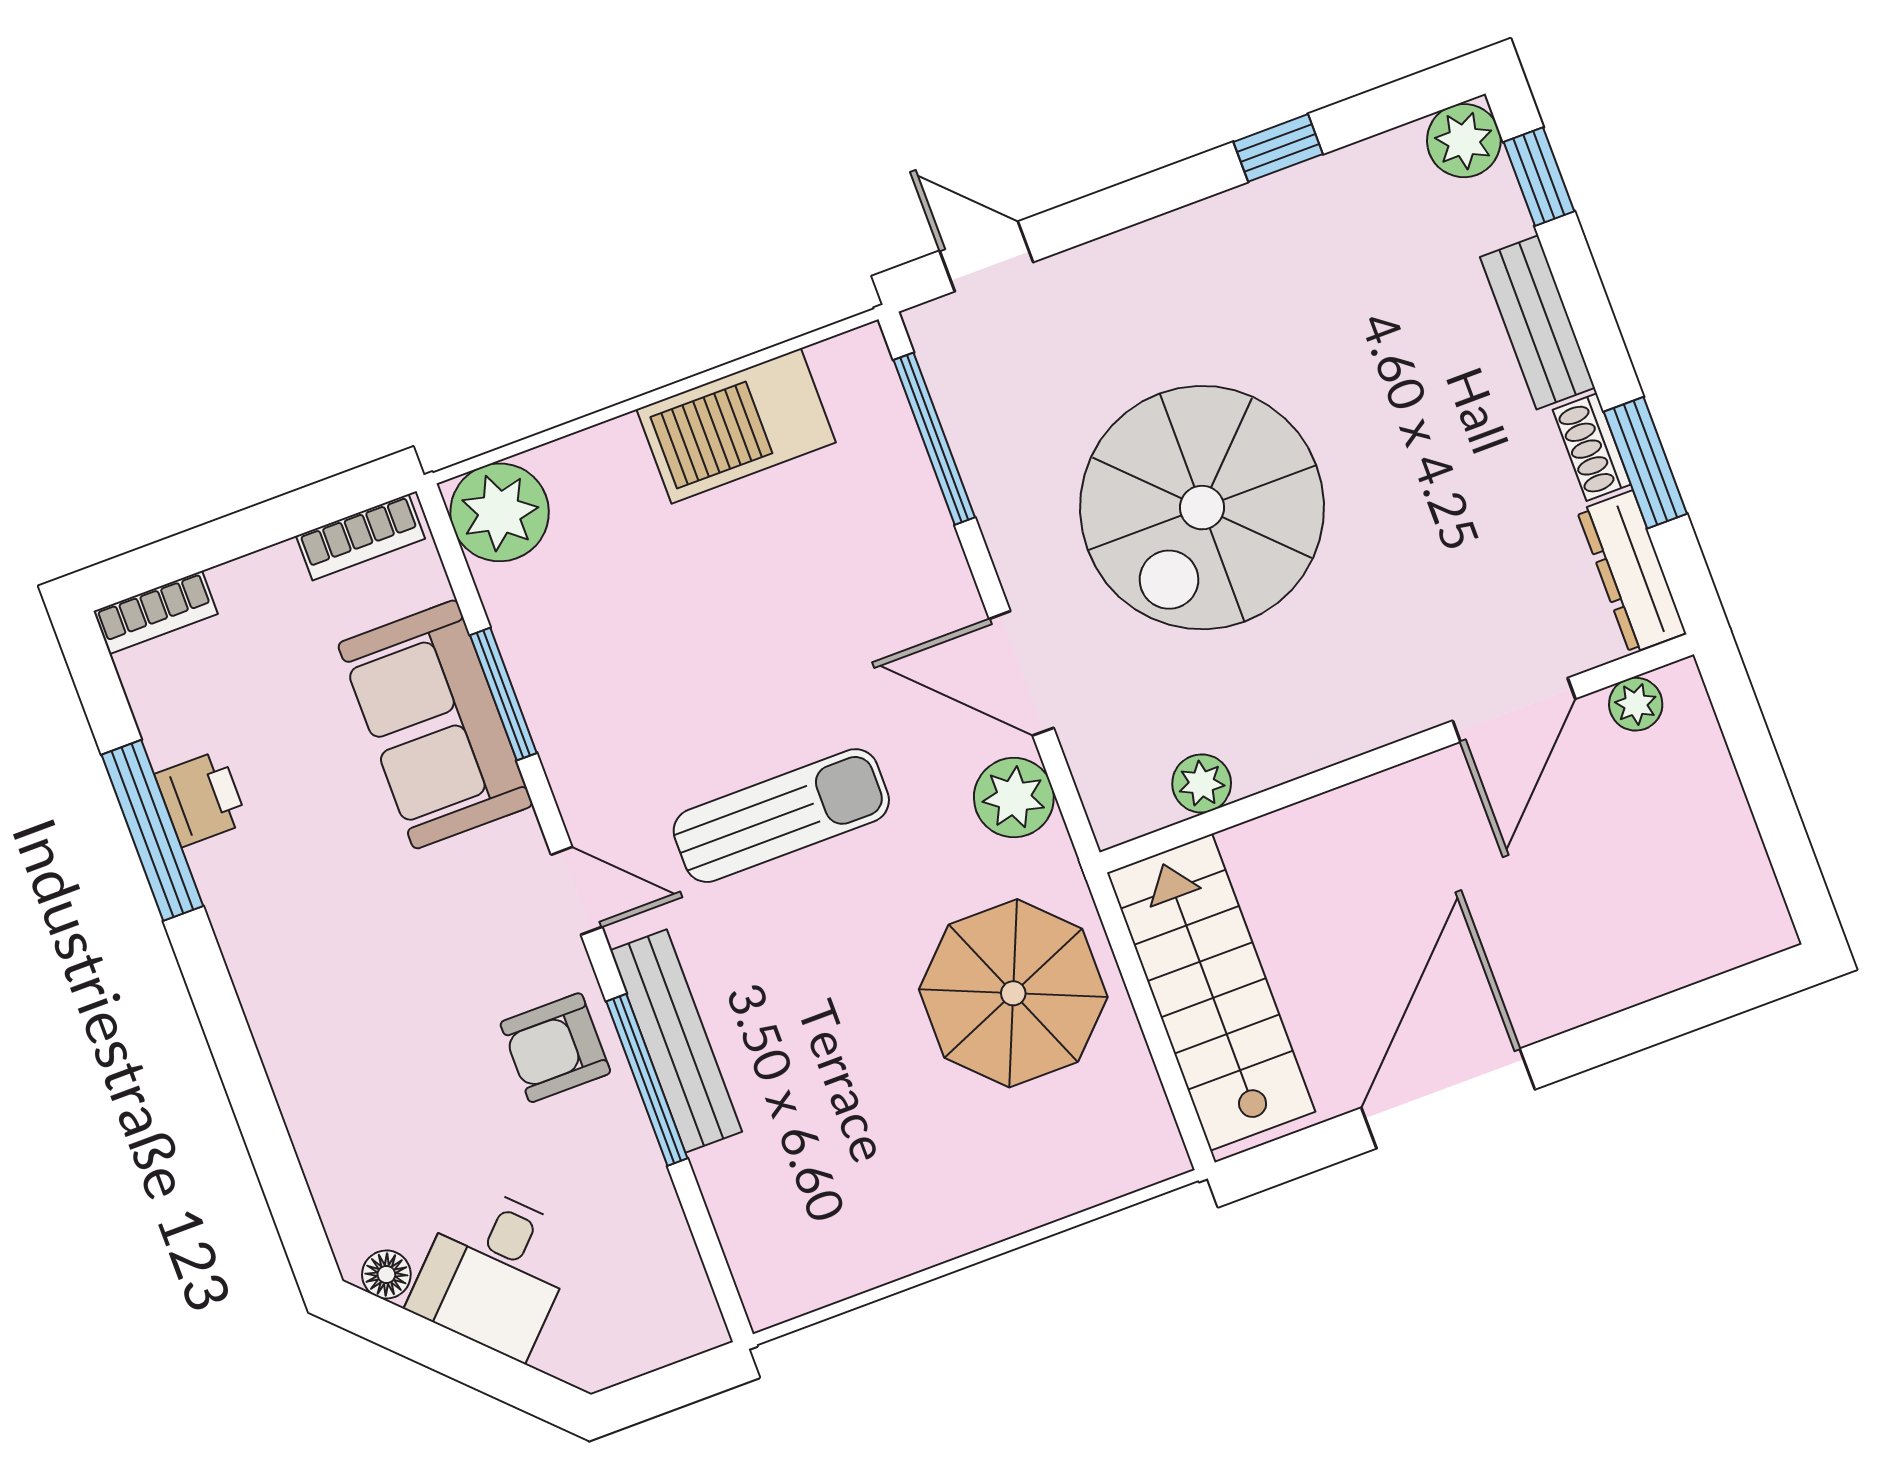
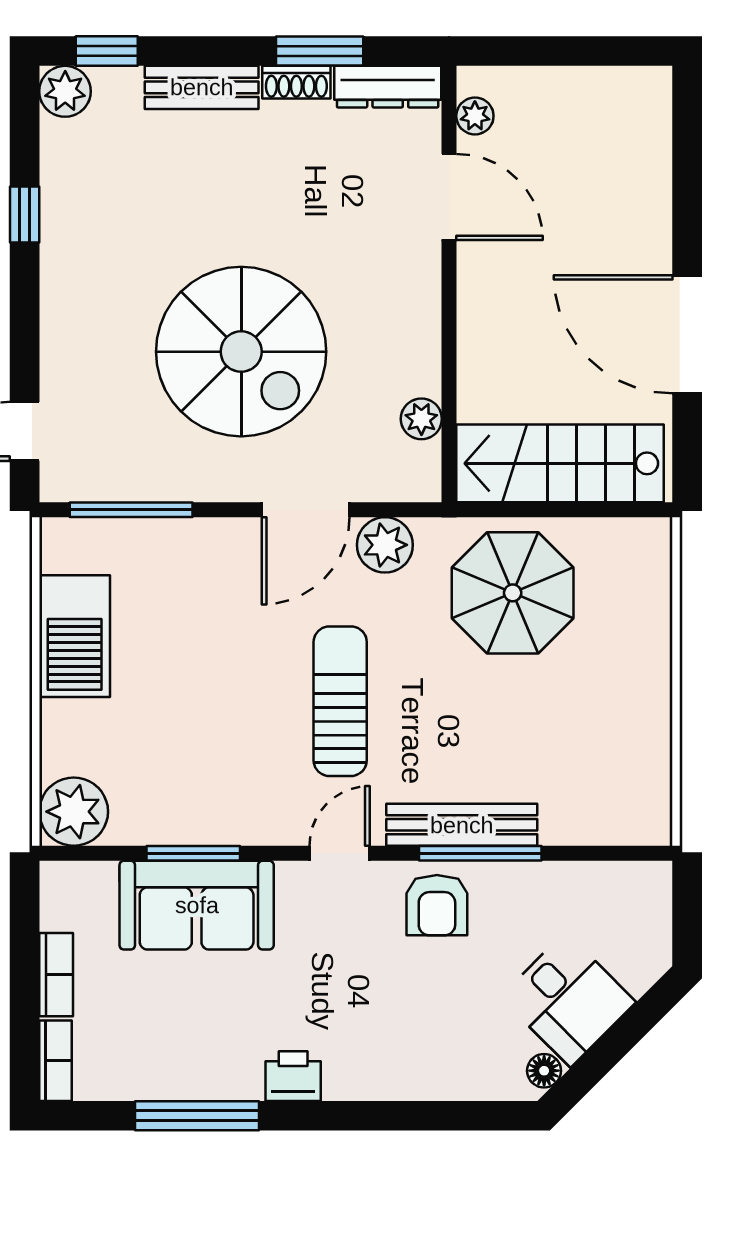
bookcase: (360, 537) -> (56, 975), moved
printer: (201, 798) -> (293, 1076), moved

